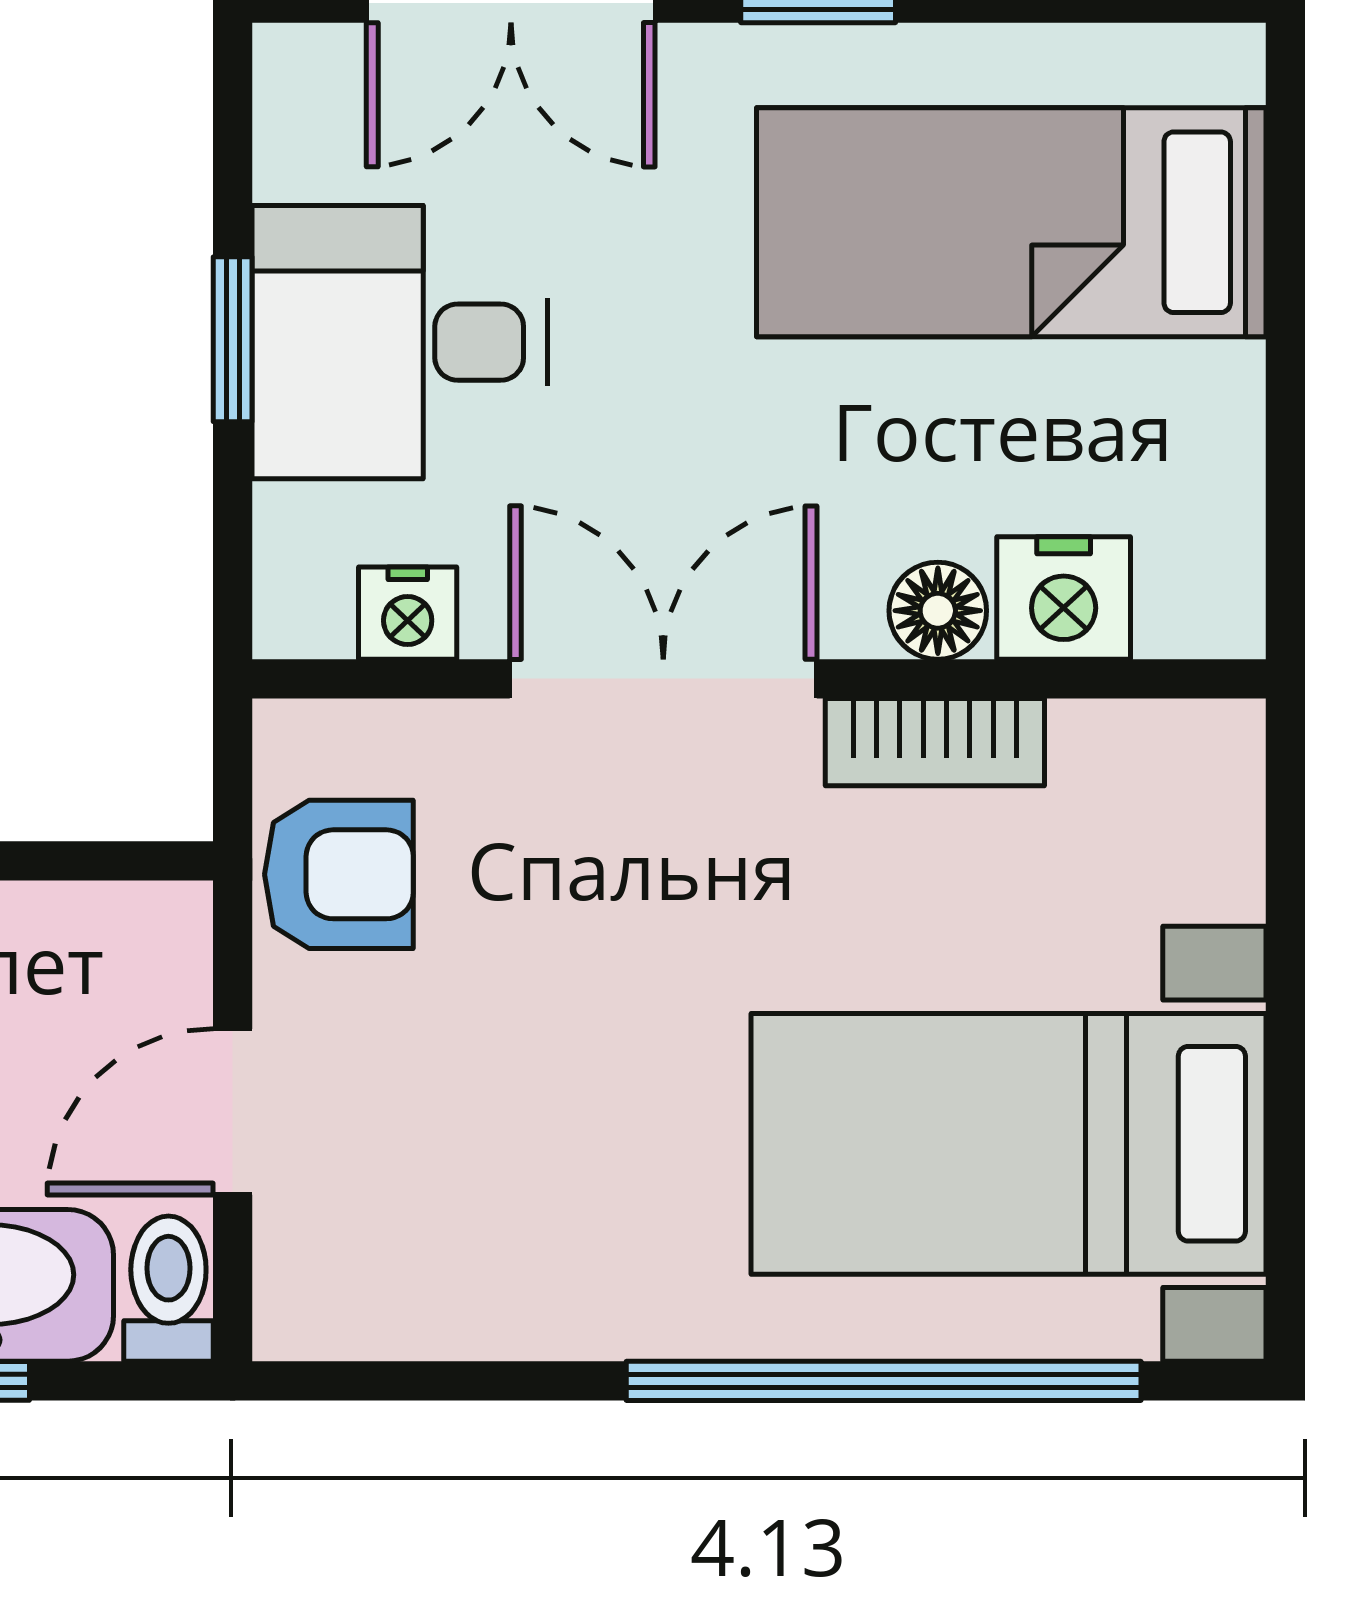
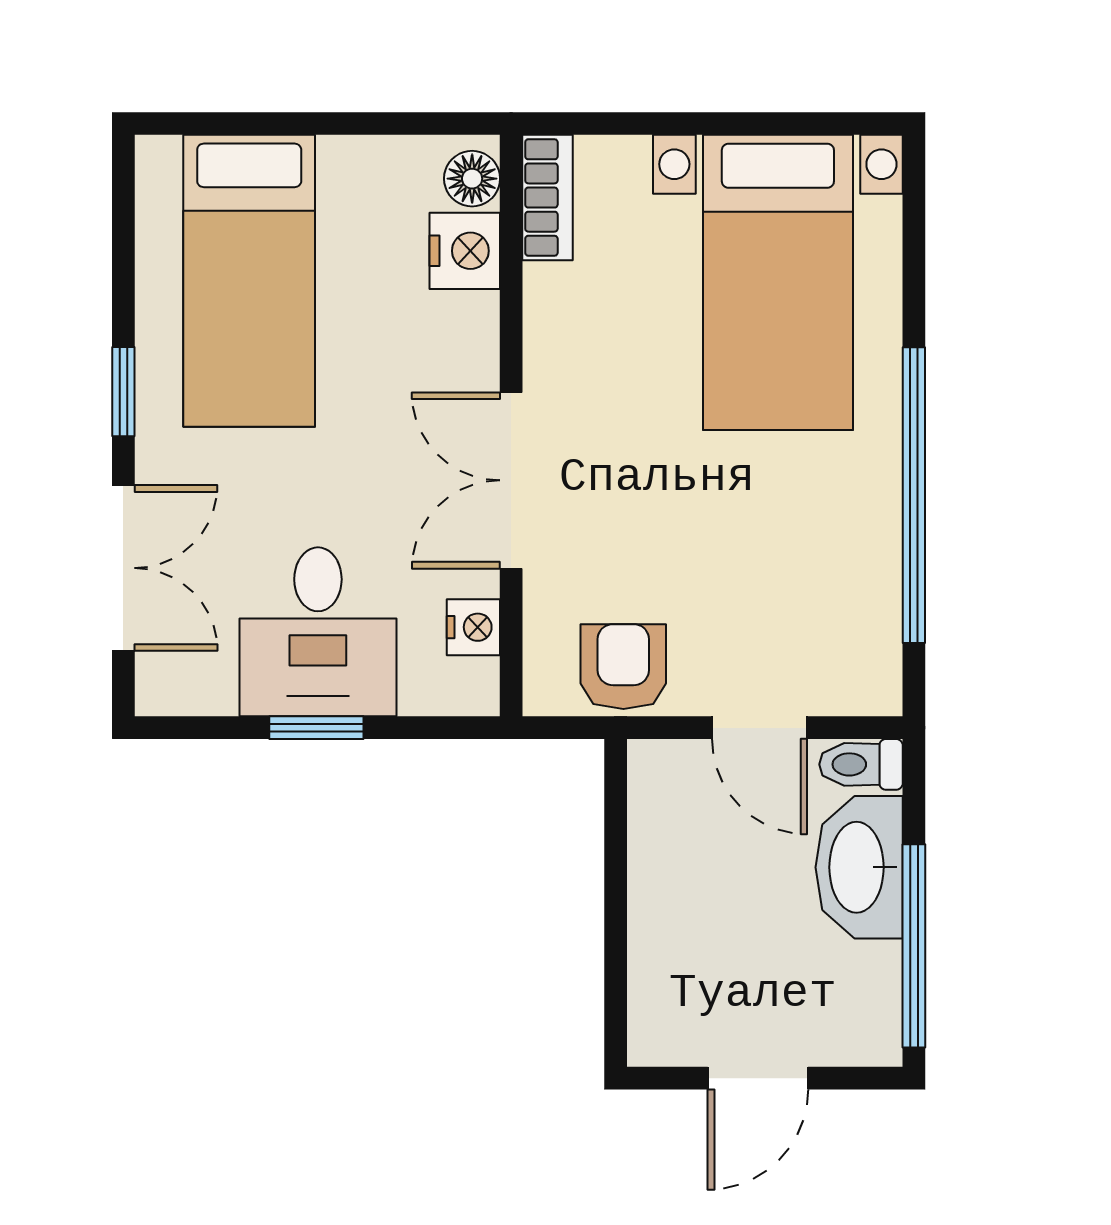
floor lamp: (938, 611) -> (472, 179), moved
bookcase: (935, 742) -> (547, 198), moved
window: (884, 1381) -> (914, 495), moved

